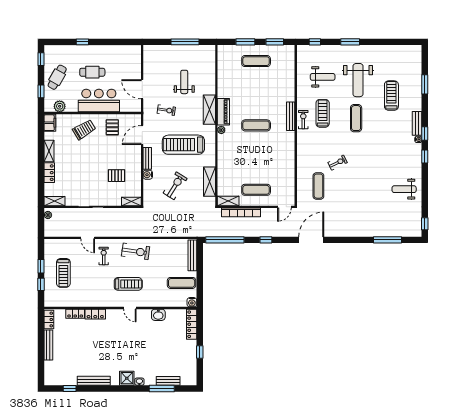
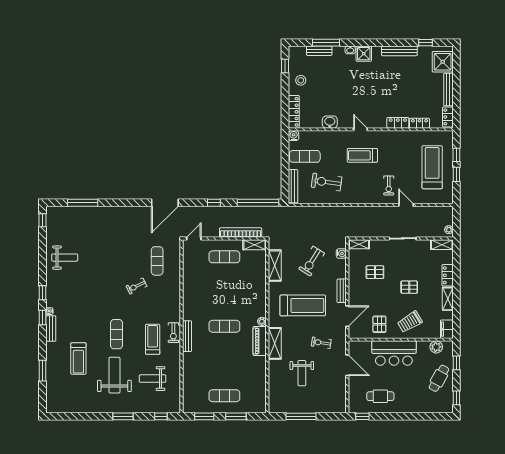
window: (82, 42) -> (362, 416), moved
cafe table: (92, 72) -> (380, 396), moved
treadmill: (323, 113) -> (153, 339), turned 180
pallet: (85, 162) -> (409, 287), added
water cooler: (148, 175) -> (341, 253), moved
exercise bike: (136, 251) -> (327, 182), moved
treadmill: (63, 273) -> (432, 167), width x1.37, depth x1.38
window: (200, 352) -> (285, 66), moved
stool: (185, 353) -> (301, 80), added
shower: (54, 371) -> (443, 62), added

